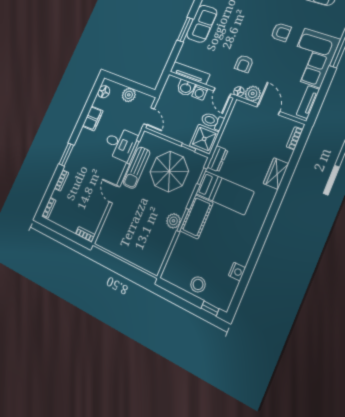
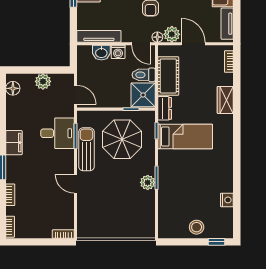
filing cabinet: (93, 118) -> (14, 143), moved
sun lounger: (137, 168) -> (86, 149), turned 180
cot: (196, 217) -> (168, 76), moved

